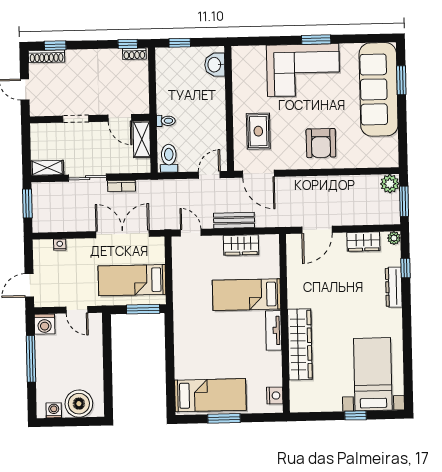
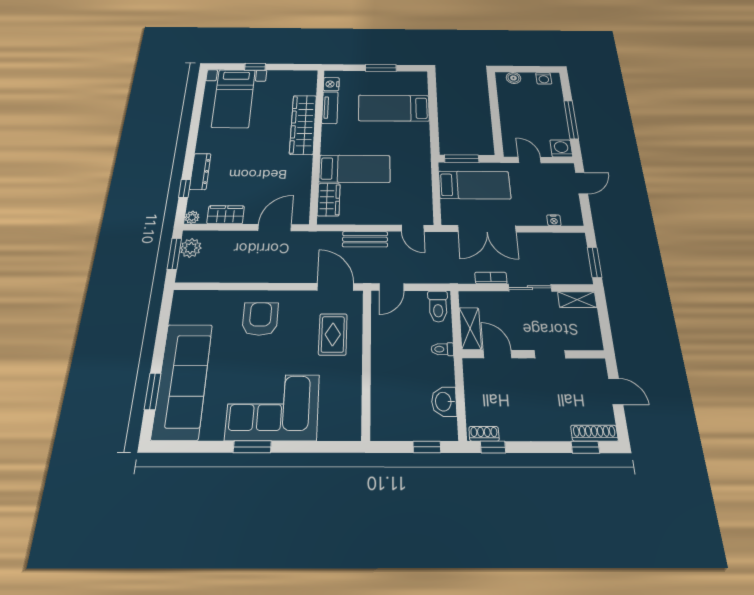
washbasin: (215, 65) -> (444, 402), moved, turned 180
plant: (390, 184) -> (191, 248), moved
wardrobe: (241, 245) -> (329, 200), moved, turned 90
tv unit: (274, 330) -> (330, 108), moved
bed: (210, 395) -> (394, 108), moved
boiler: (79, 404) -> (513, 78), width x0.54, depth x0.54

